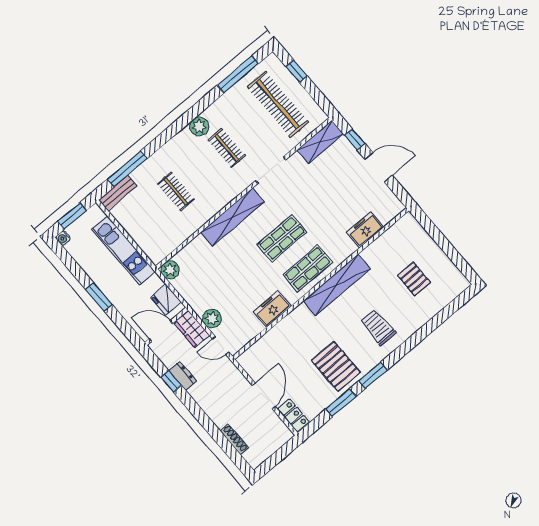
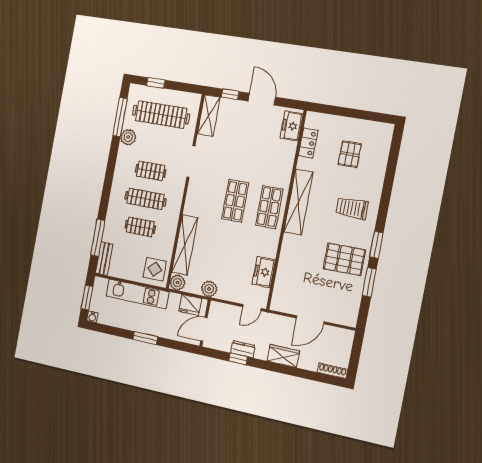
plant: (199, 126) -> (128, 137), moved
door: (378, 167) -> (262, 99), hinge flipped
clothes rail: (201, 170) -> (145, 199), added
shelving: (232, 217) -> (185, 245), moved
freezer: (365, 230) -> (292, 126), moved
display table: (158, 241) -> (155, 269), added
pallet: (414, 279) -> (350, 154), turned 90
freezer: (272, 309) -> (264, 272), moved
plant: (212, 319) -> (209, 289), moved
wardrobe: (192, 329) -> (283, 356), moved, turned 180
door: (264, 396) -> (310, 320), swing flipped
locker: (293, 416) -> (308, 143), moved, turned 90
shoe rack: (234, 439) -> (332, 371), moved

